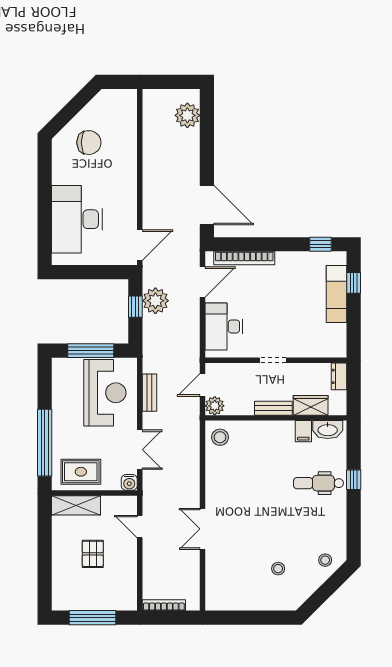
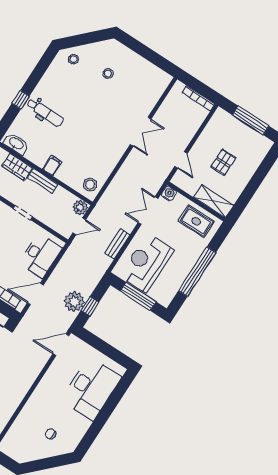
chair: (89, 143) -> (51, 434), width x0.54, depth x0.54
filing cabinet: (303, 431) -> (52, 166), moved
window: (45, 443) -> (197, 272), moved

